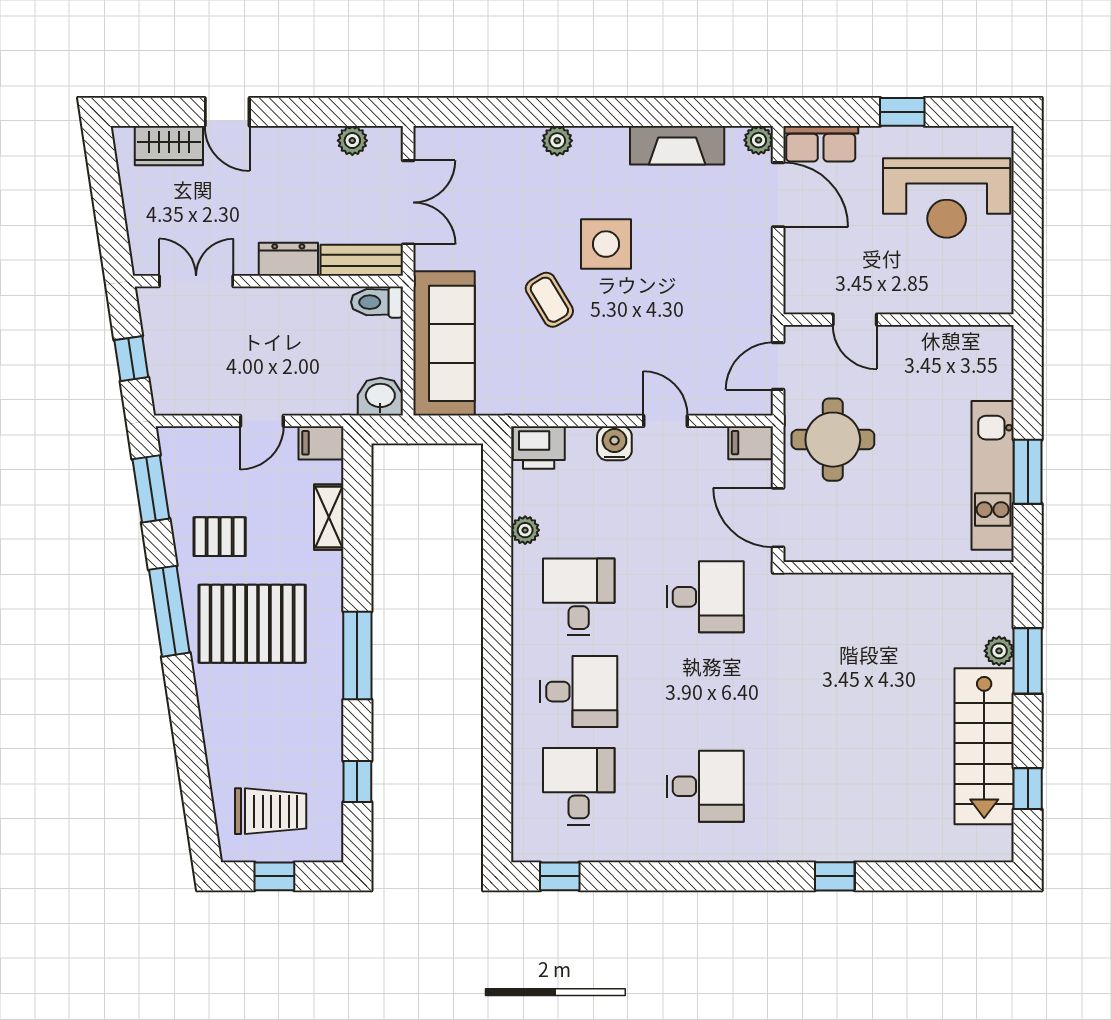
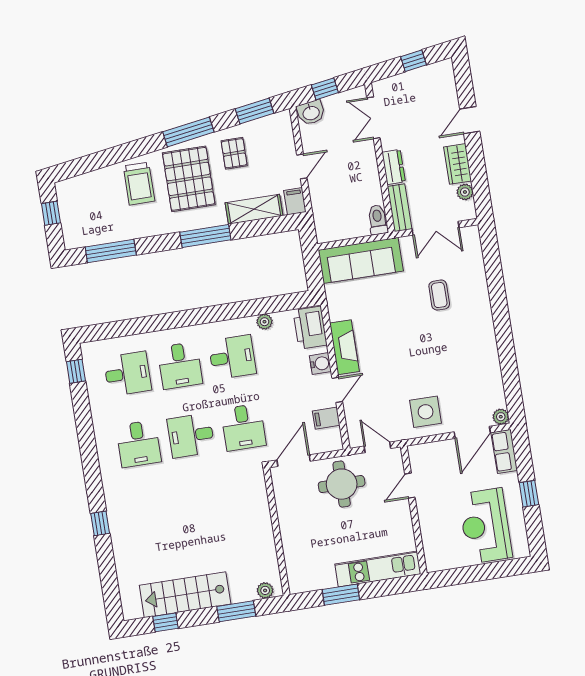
plant: (557, 141) -> (483, 305), removed
fireplace: (677, 145) -> (344, 347), moved, turned 180
wardrobe: (169, 146) -> (458, 164), moved
window: (107, 195) -> (414, 61), added
side table: (606, 244) -> (426, 412), moved
double door: (196, 281) -> (373, 118), swing flipped
coffee table: (549, 300) -> (439, 295), moved, turned -59
washbasin: (380, 397) -> (311, 113), moved, turned 81
door: (262, 421) -> (302, 166), swing flipped
filing cabinet: (751, 443) -> (326, 418), moved, turned -90
printer: (539, 447) -> (310, 328), width x1.37, depth x1.19
kitchen unit: (993, 475) -> (378, 569), moved
shelving: (329, 517) -> (254, 209), width x1.50, depth x1.33
plant: (999, 651) -> (265, 590), moved
window: (357, 656) -> (205, 236), moved
desk: (705, 692) -> (191, 435), added
window: (357, 782) -> (111, 251), width x2.17
trolley: (271, 811) -> (139, 184), moved

